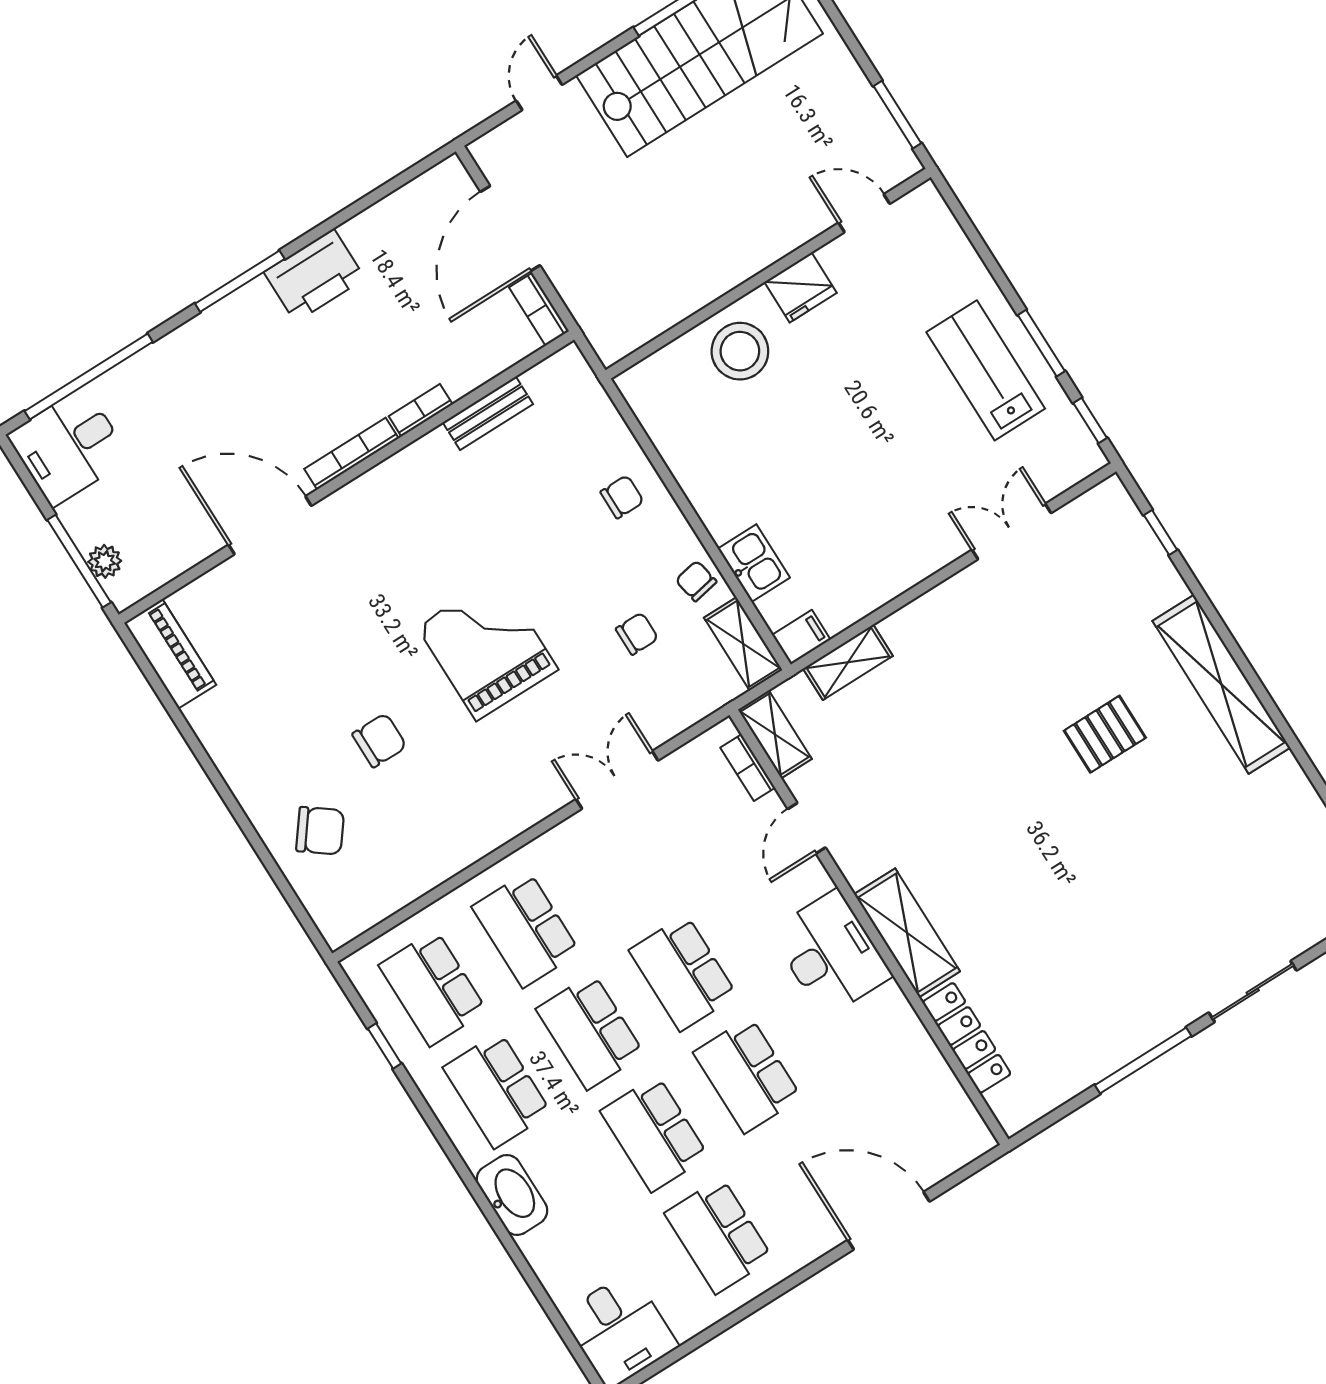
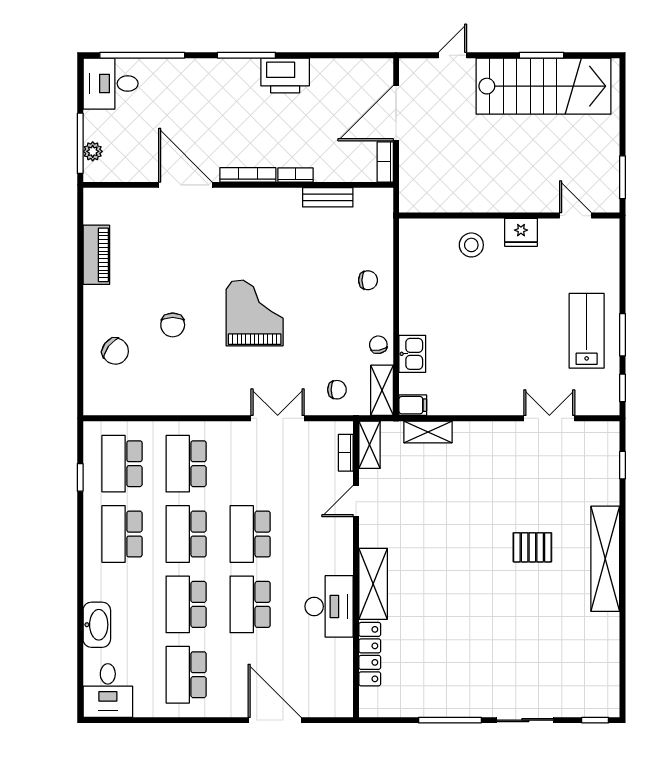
stool: (740, 351) -> (471, 245), width x0.73, depth x0.73
chair: (637, 634) -> (337, 390), moved
piano: (170, 654) -> (96, 255), moved
chair: (379, 740) -> (173, 325), turned 90
desk: (831, 954) -> (329, 606), moved
washbasin: (512, 1195) -> (97, 625), moved

